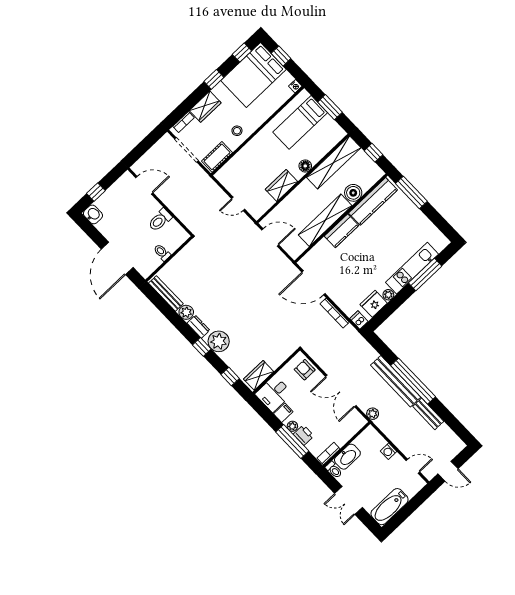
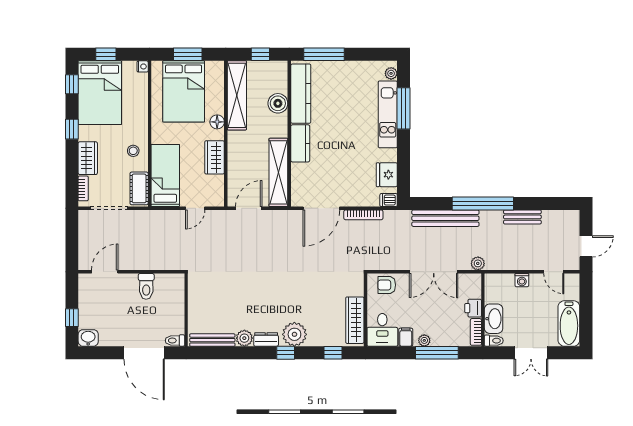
bed: (300, 122) -> (184, 91), width x1.50
bed: (241, 166) -> (165, 176), added
shelving: (325, 220) -> (278, 172), moved
toilet: (162, 252) -> (175, 341), moved
plant: (388, 295) -> (391, 73), moved
wardrobe: (259, 375) -> (355, 320), width x1.50
bench: (396, 381) -> (445, 218), moved
printer: (304, 435) -> (473, 308), moved, turned -90
door: (413, 466) -> (554, 272), swing flipped

